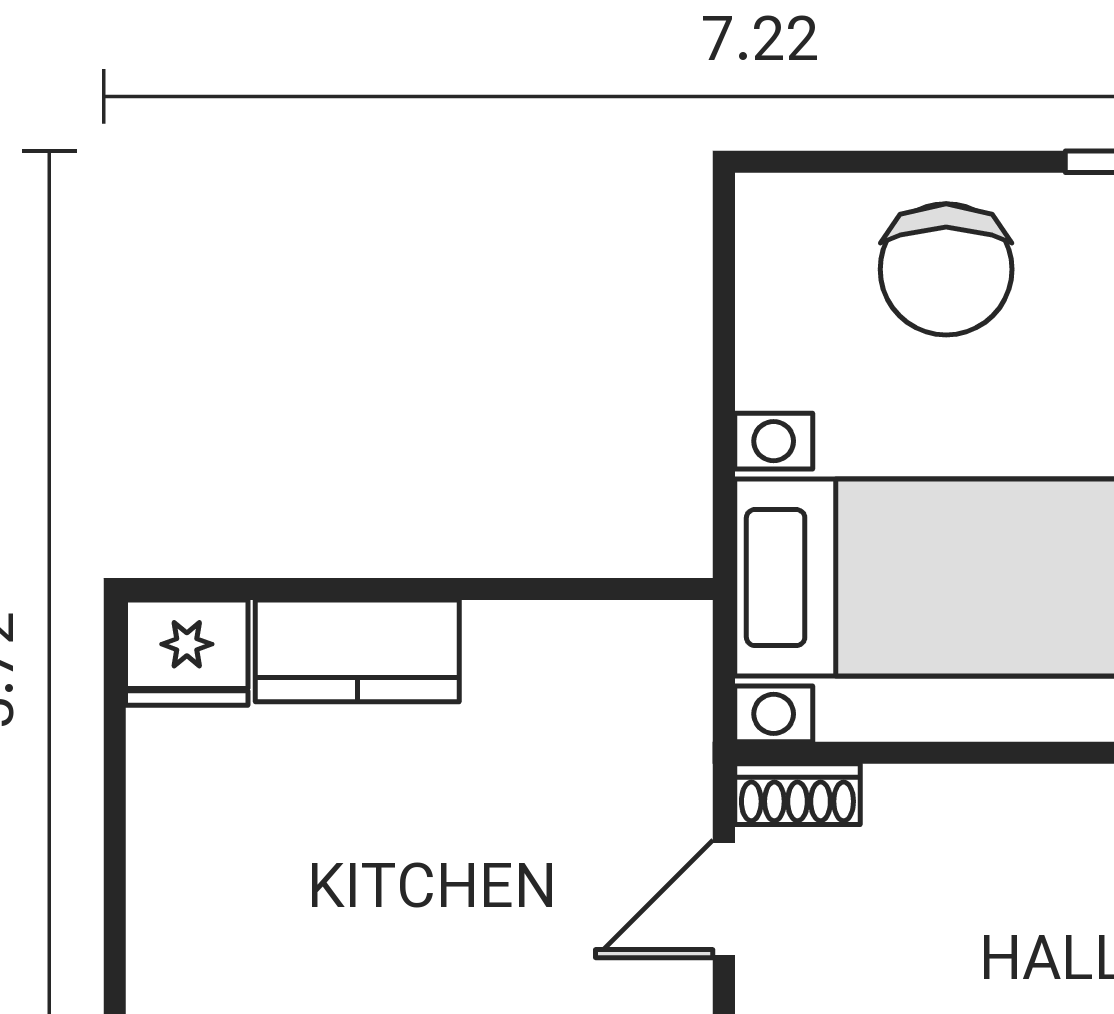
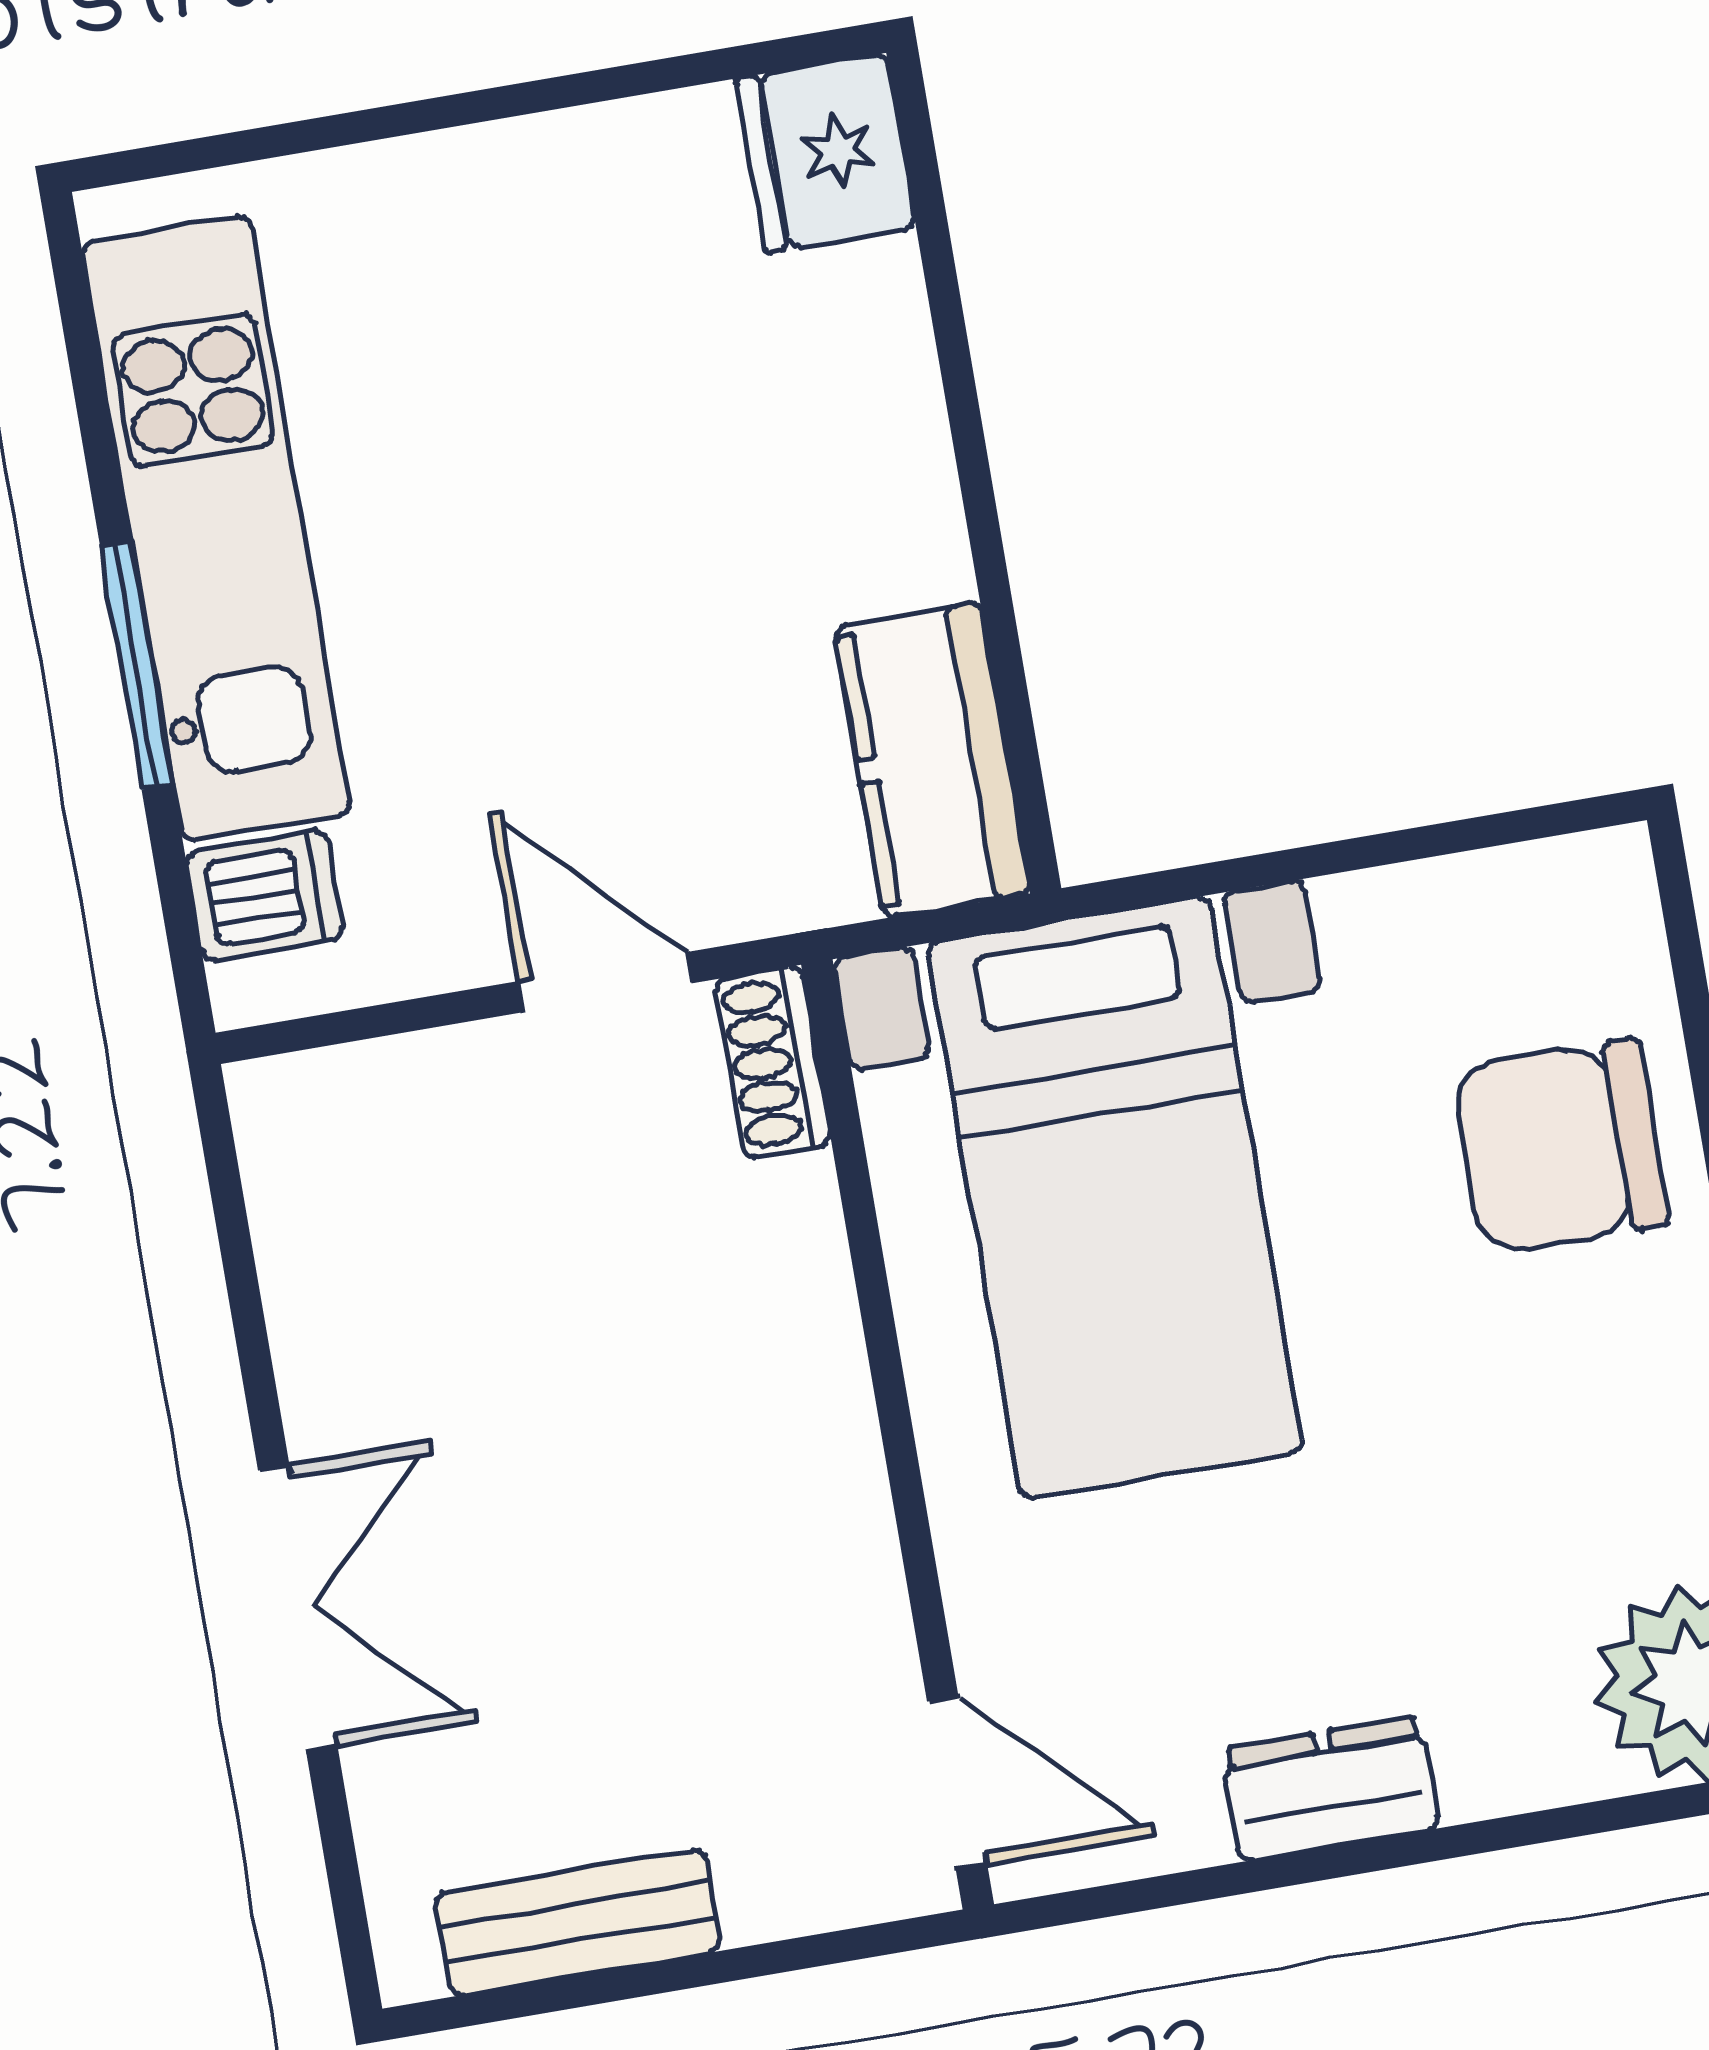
kitchen counter: (357, 651) -> (932, 760), moved

